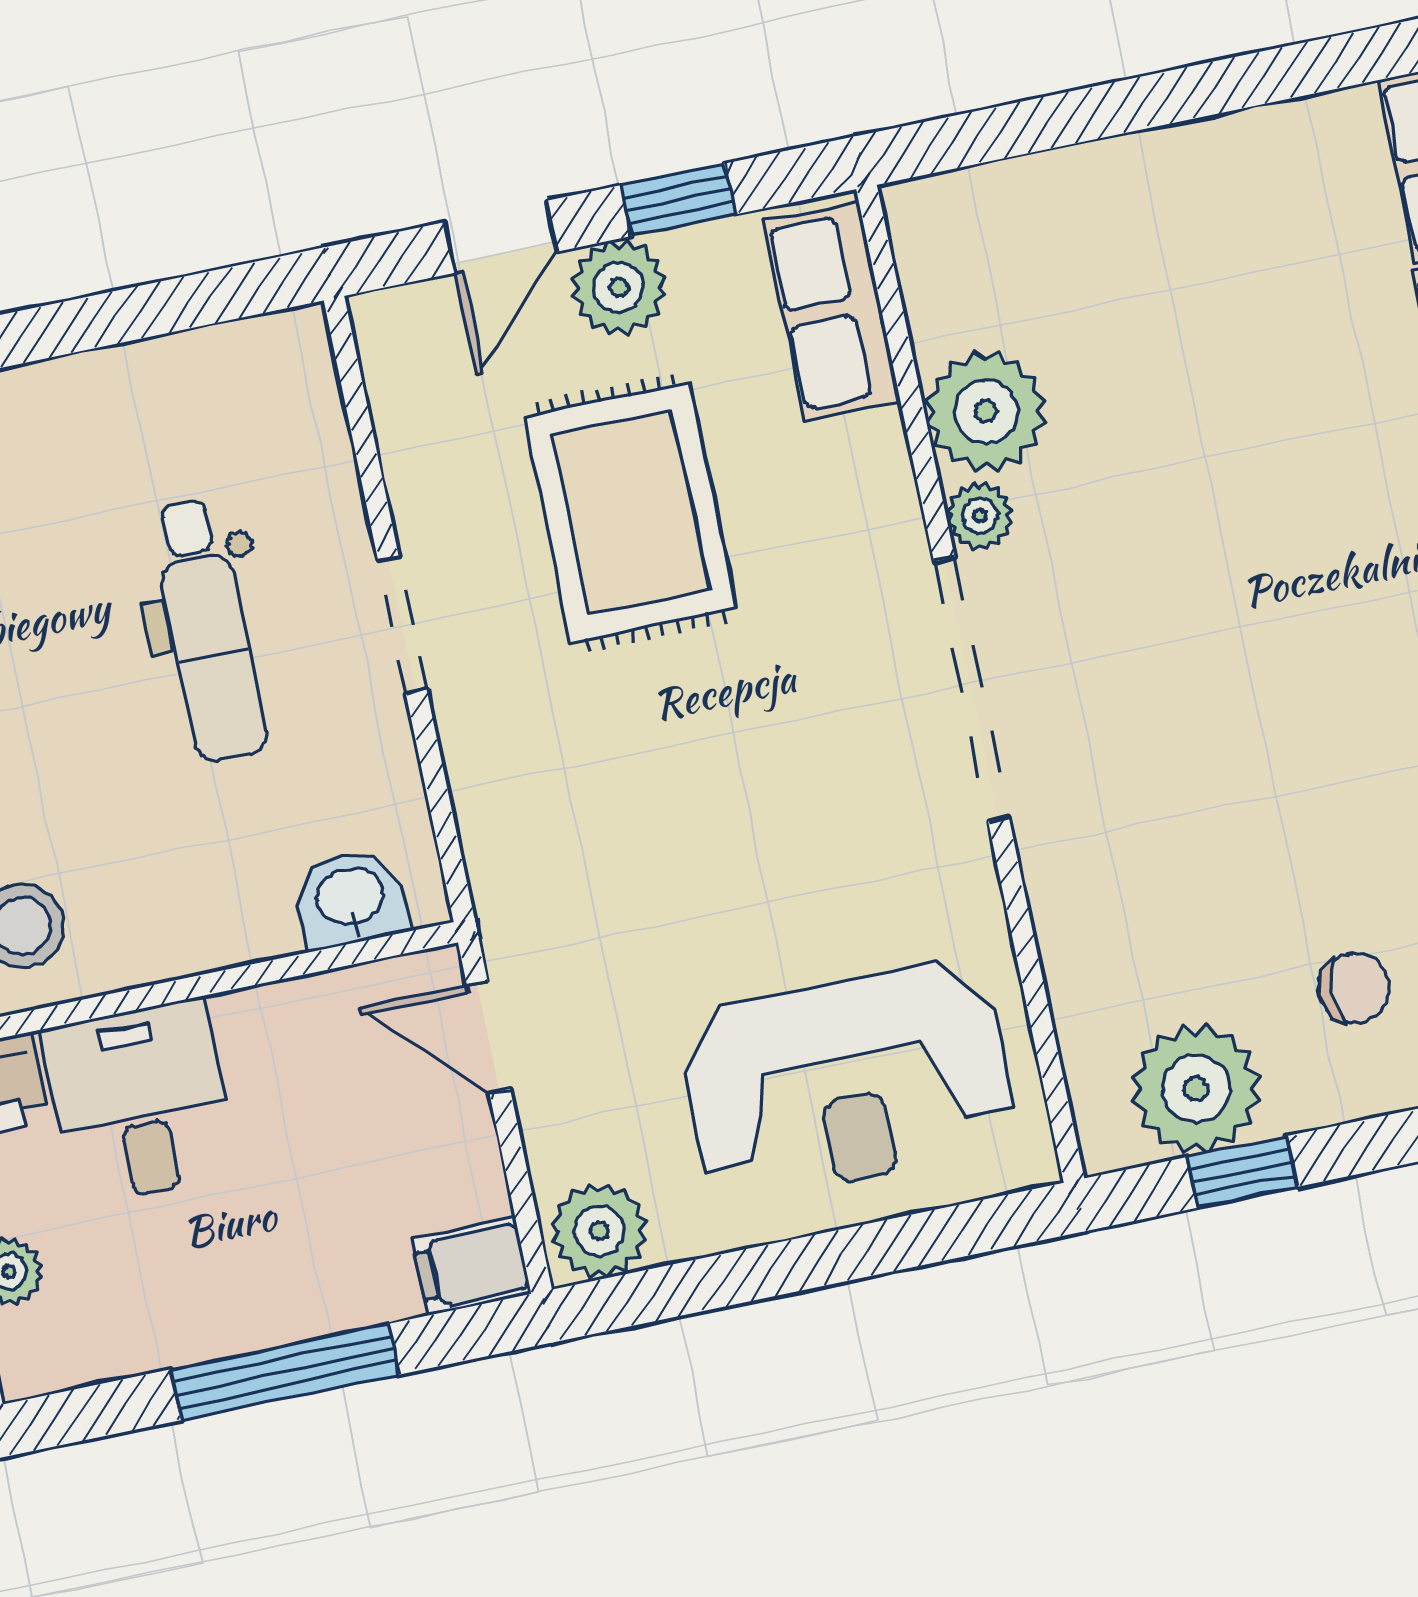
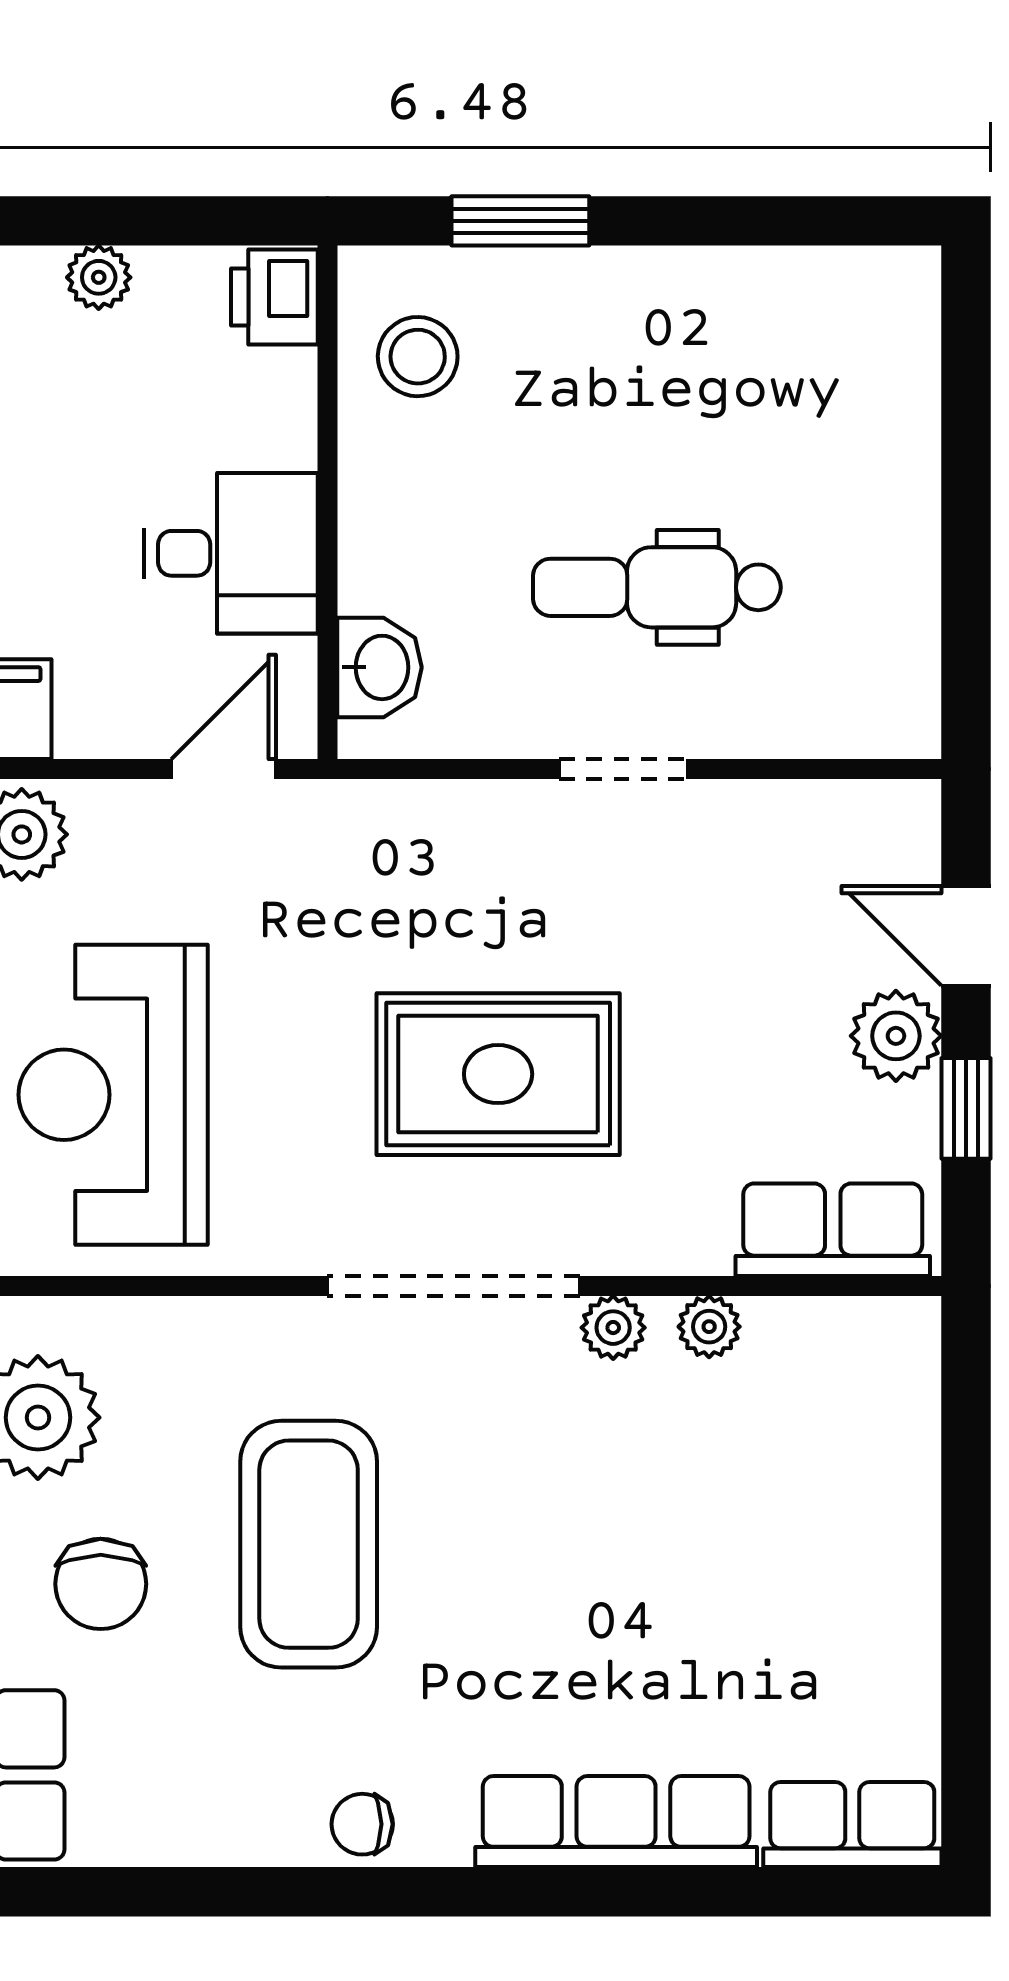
plant: (986, 411) -> (709, 1327), width x0.53, depth x0.53
rug: (630, 512) -> (498, 1074), moved
coffee table: (1268, 783) -> (309, 1544), added
chair: (1354, 988) -> (101, 1584), width x1.37, depth x1.37
desk: (139, 1102) -> (231, 553), moved

